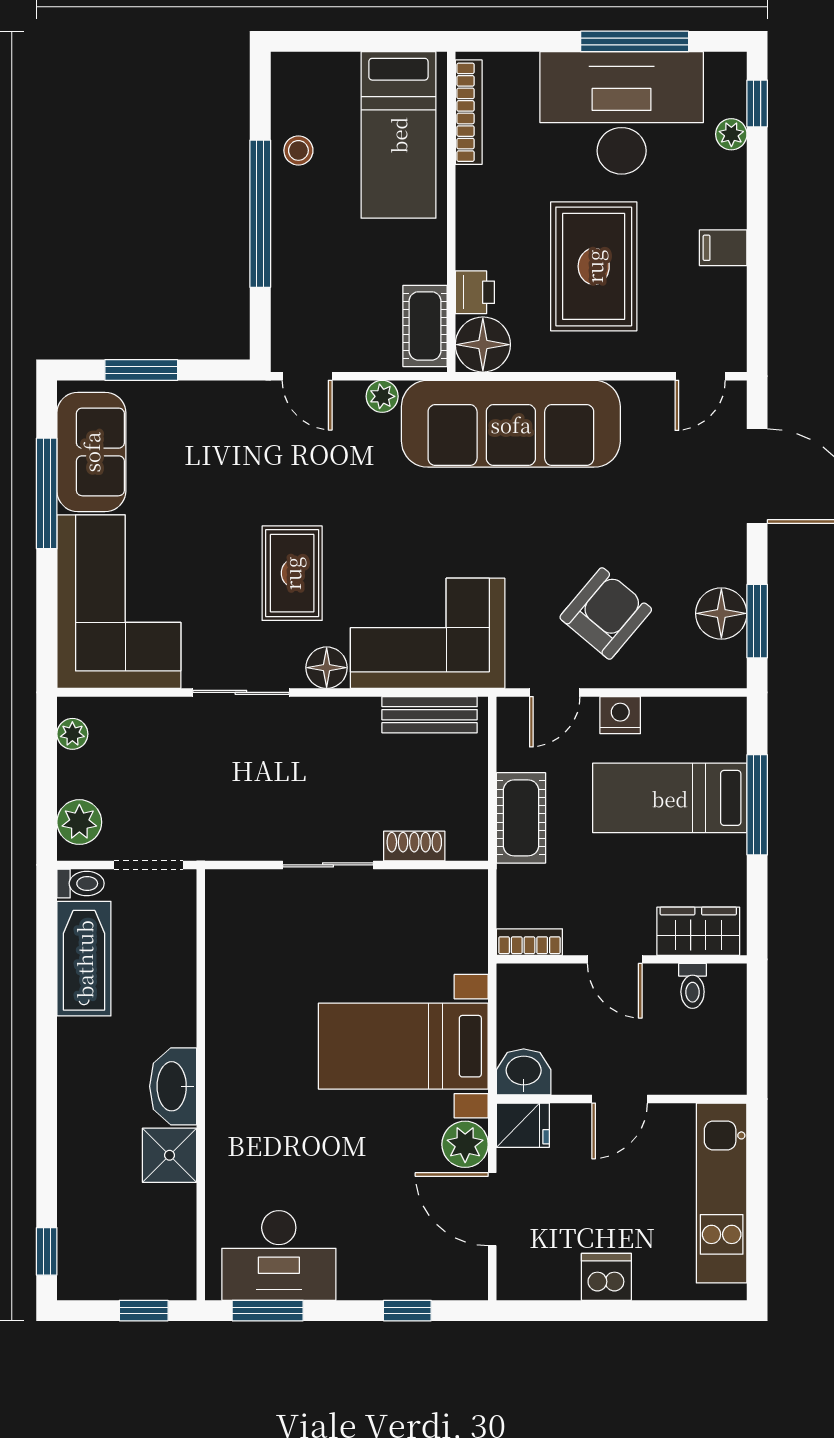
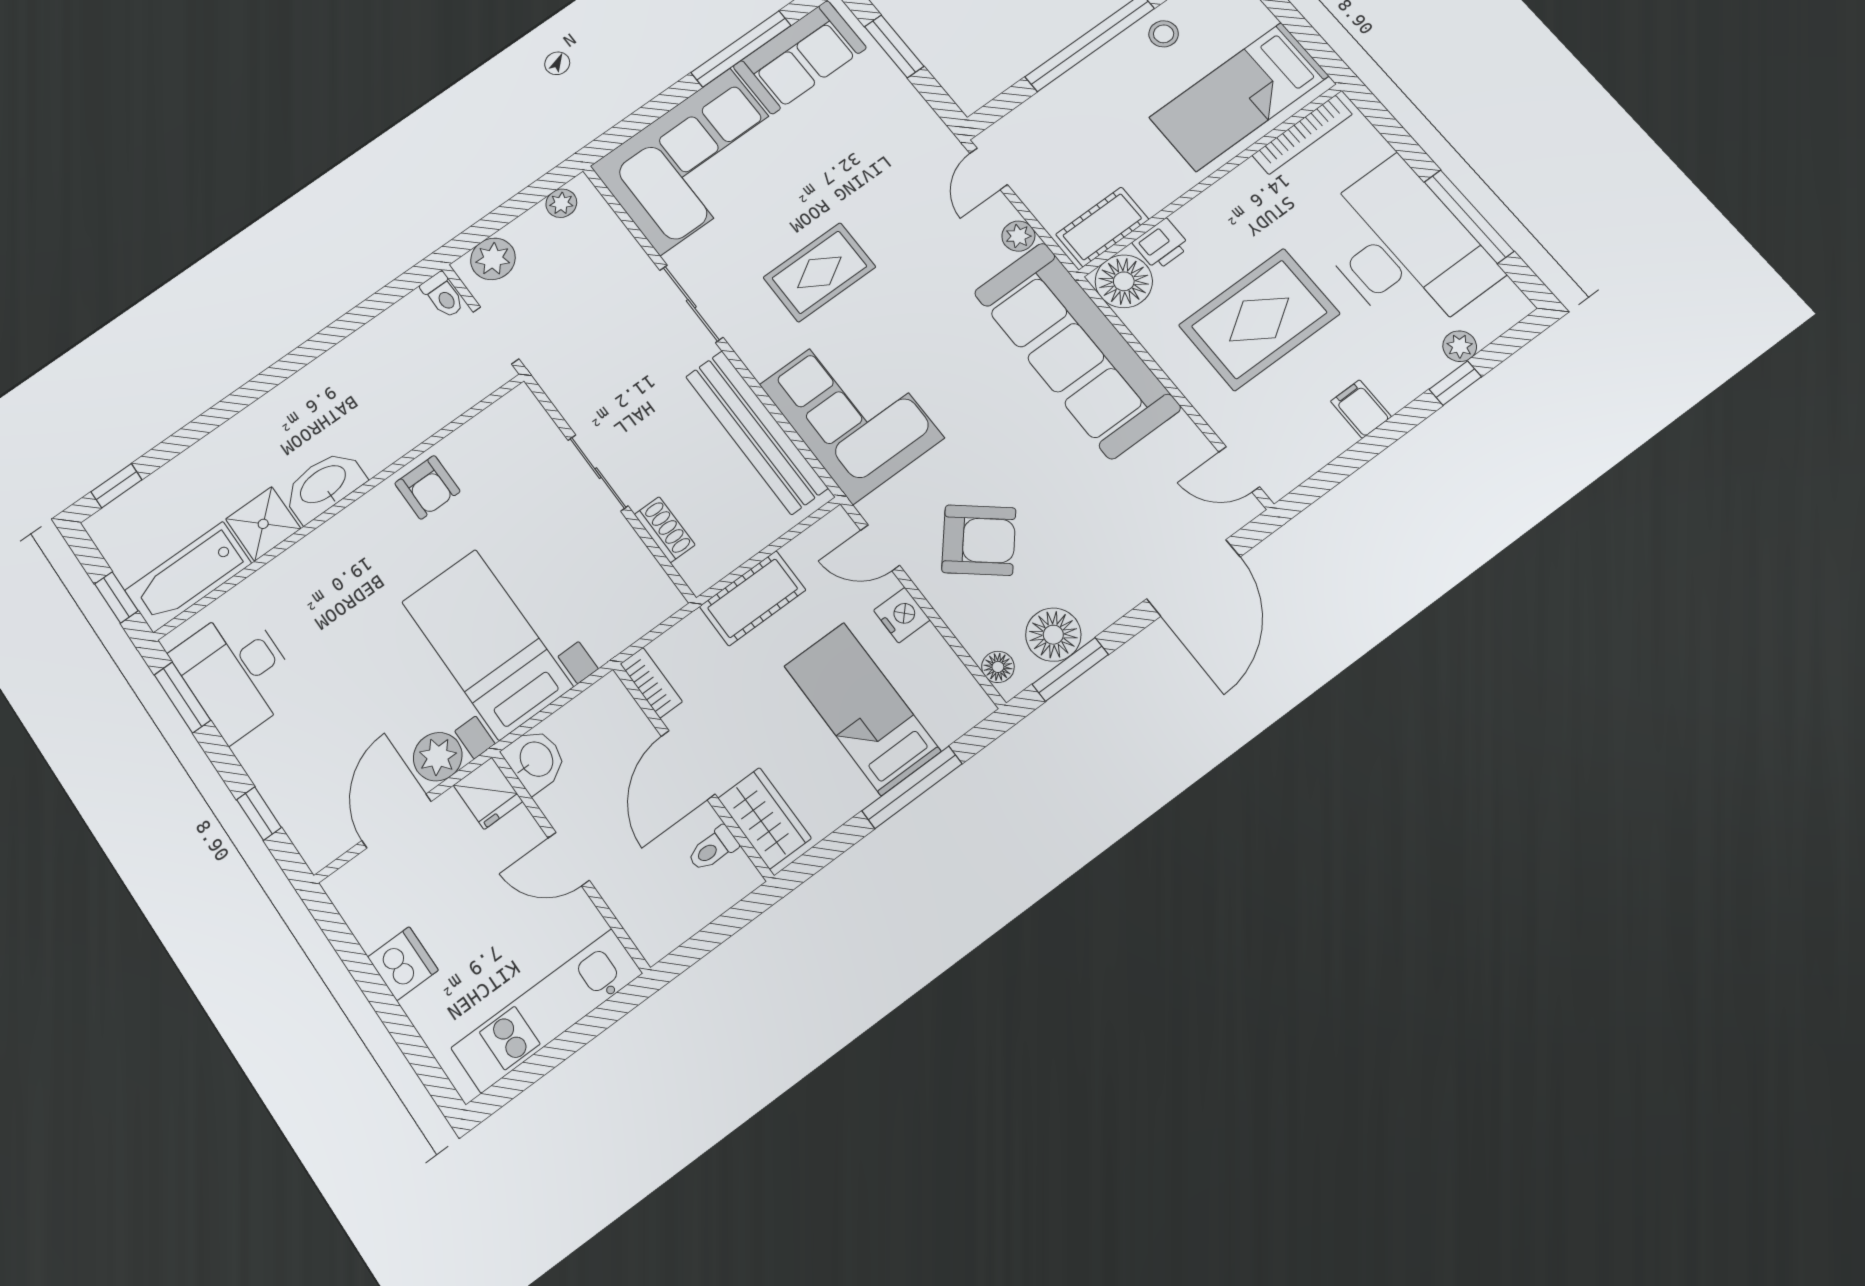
window: (757, 103) -> (1455, 383), moved
floor lamp: (327, 668) -> (998, 667), moved, width x0.73, depth x0.73
bench: (430, 715) -> (756, 432), width x1.86, depth x1.21
bathtub: (84, 959) -> (188, 577), moved, turned 180
door: (615, 959) -> (688, 765), width x1.38
armchair: (238, 1006) -> (427, 487), added

